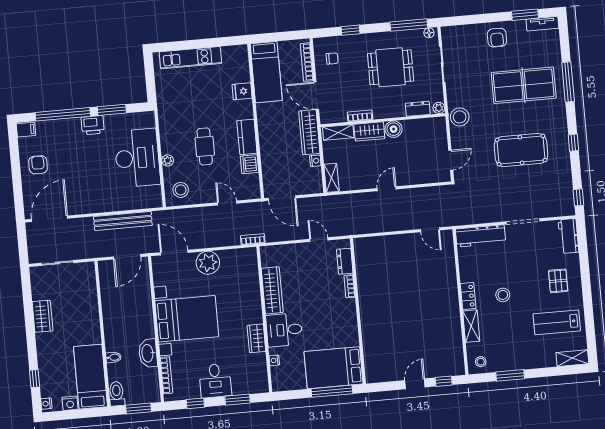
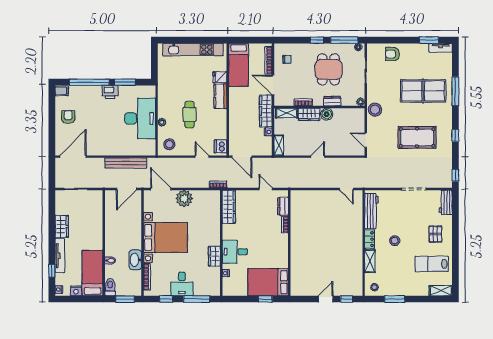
window: (350, 30) -> (317, 40), moved
armchair: (497, 38) -> (393, 54), moved, turned 90
kitchen unit: (190, 58) -> (193, 50), width x1.36
dining table: (391, 67) -> (328, 69), turned 90
dresser: (418, 109) -> (332, 101), moved
kitchen counter: (247, 137) -> (220, 96), moved
door: (451, 160) -> (366, 140), swing flipped
dishwasher: (249, 164) -> (221, 146), moved
workbench: (481, 236) -> (371, 211), moved, turned -90
wardrobe: (272, 290) -> (229, 207), moved
tv unit: (44, 357) -> (60, 256), added
window: (332, 391) -> (265, 299), width x0.46
window: (237, 400) -> (197, 299), width x1.44

